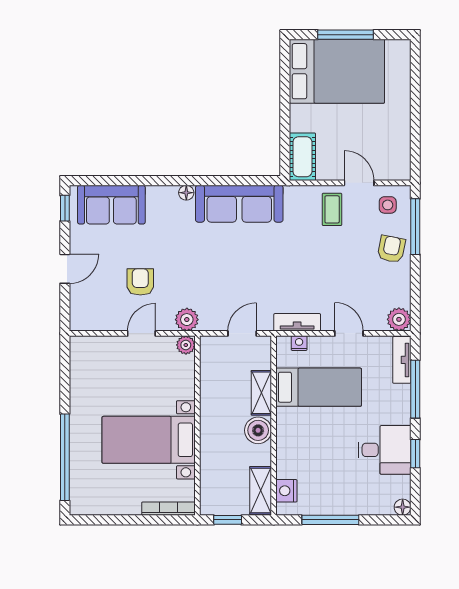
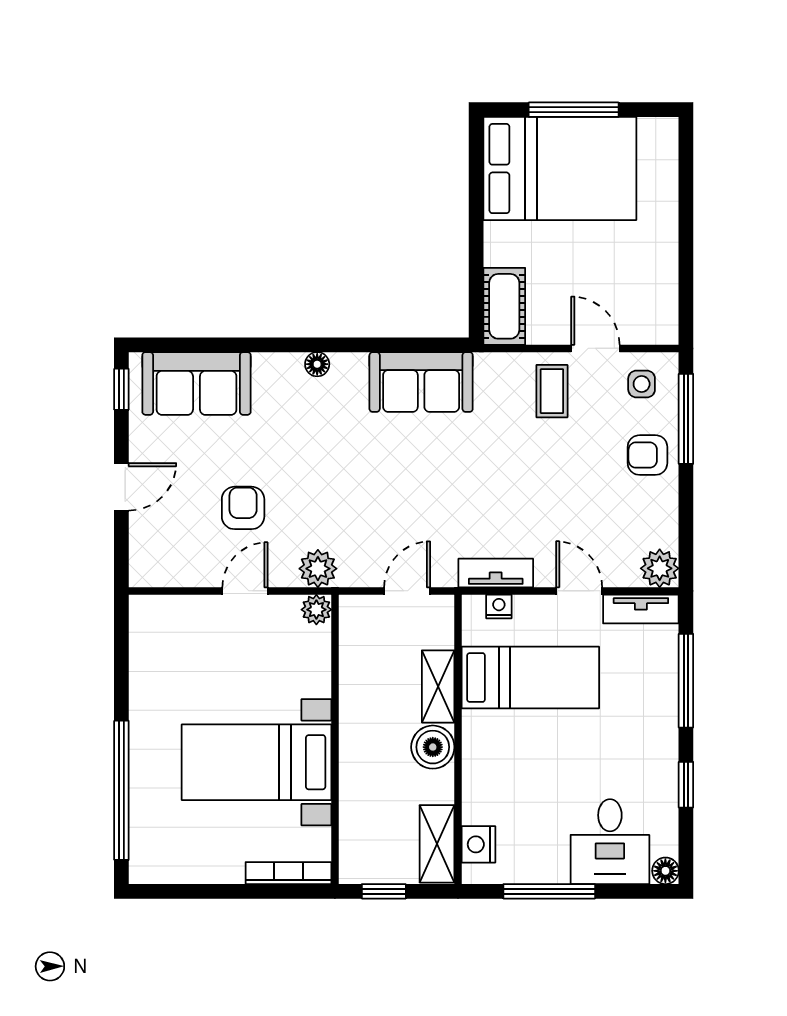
sofa: (239, 204) -> (421, 382), width x0.73
armchair: (391, 249) -> (647, 455), turned -101
tv unit: (402, 360) -> (641, 609), moved, turned -90
desk: (384, 450) -> (610, 842), moved, turned 90

